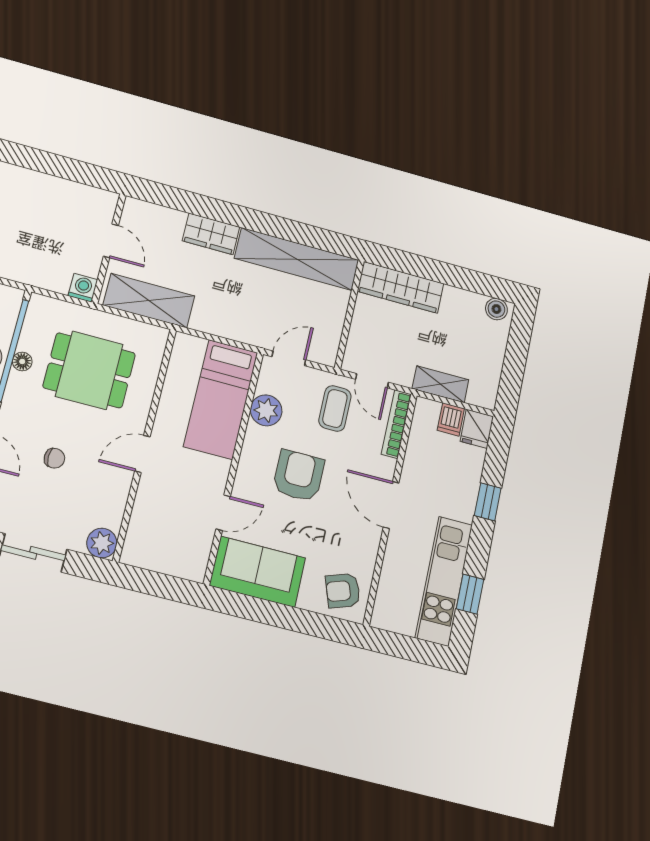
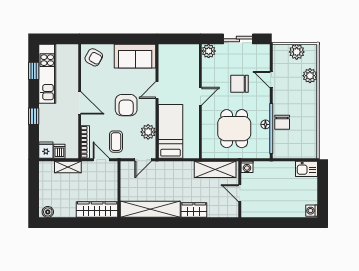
dining table: (89, 370) -> (234, 129), turned 90
chair: (54, 458) -> (239, 84), width x1.87, depth x1.87
door: (223, 513) -> (157, 90), moved
armchair: (343, 591) -> (94, 57), turned 48

